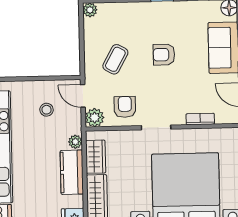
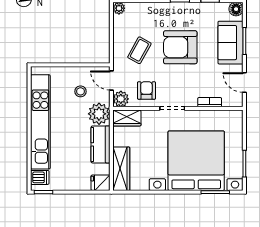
armchair: (164, 55) -> (180, 47), width x1.88, depth x1.88
plant: (75, 142) -> (99, 114), width x1.88, depth x1.88
wardrobe: (96, 157) -> (127, 118), moved, turned 90

